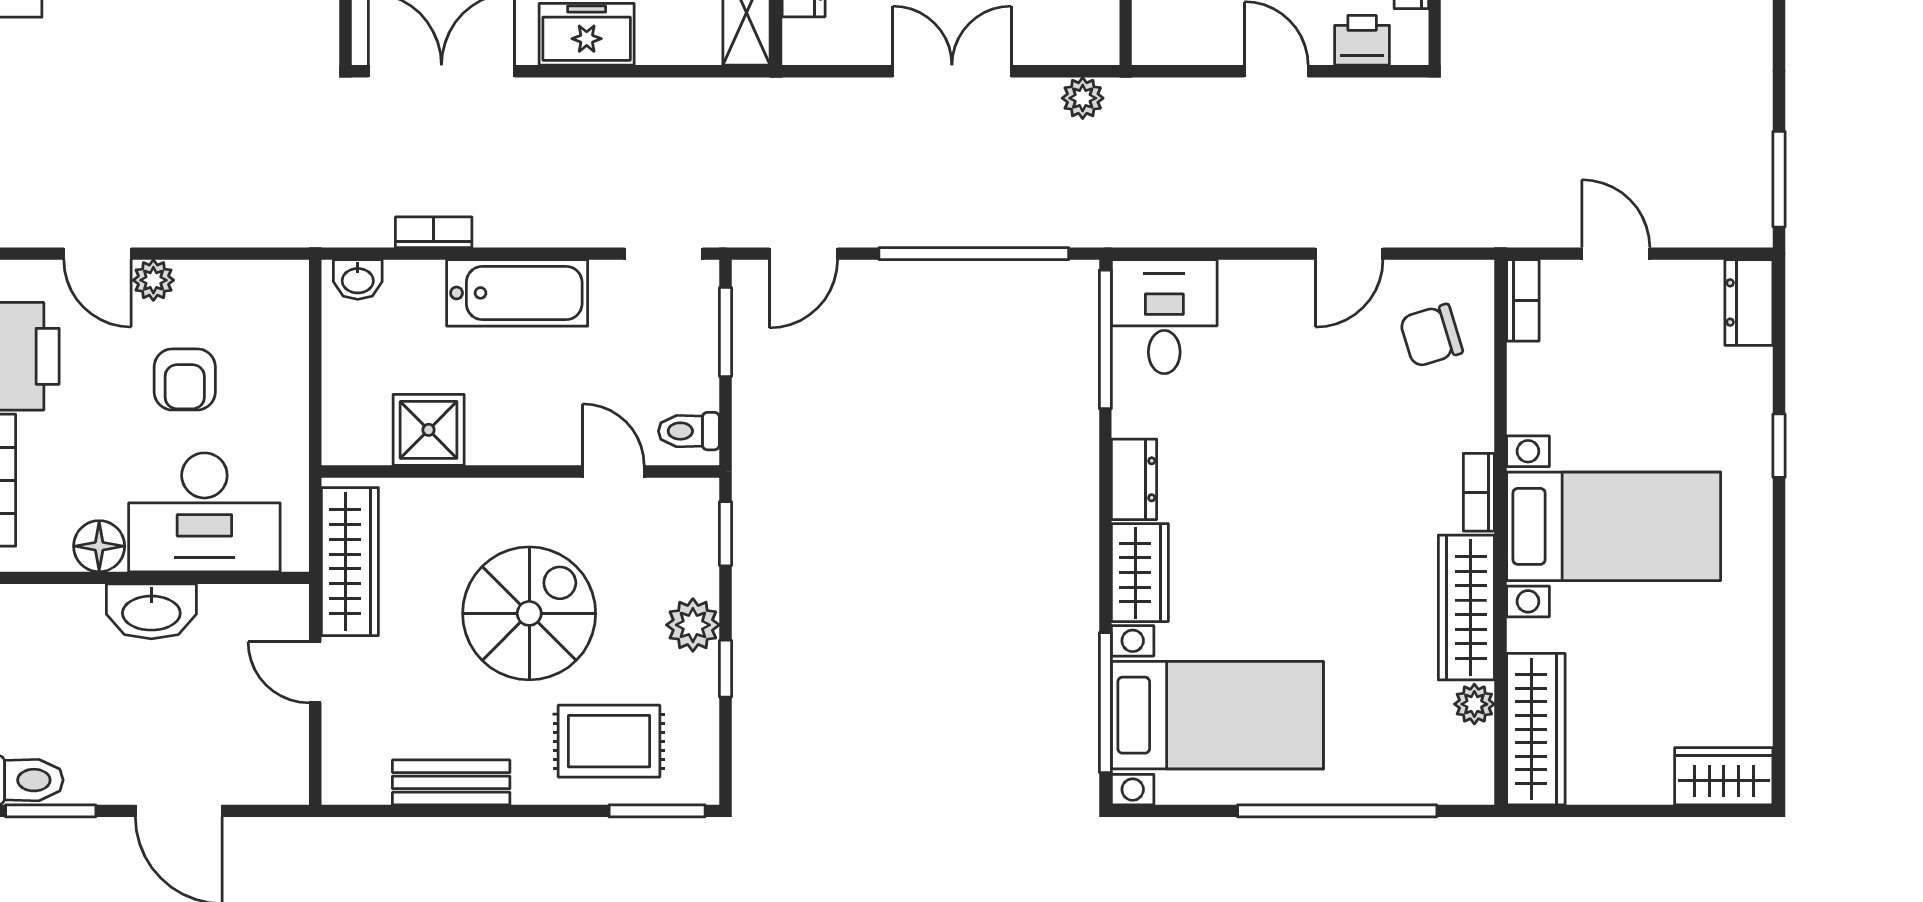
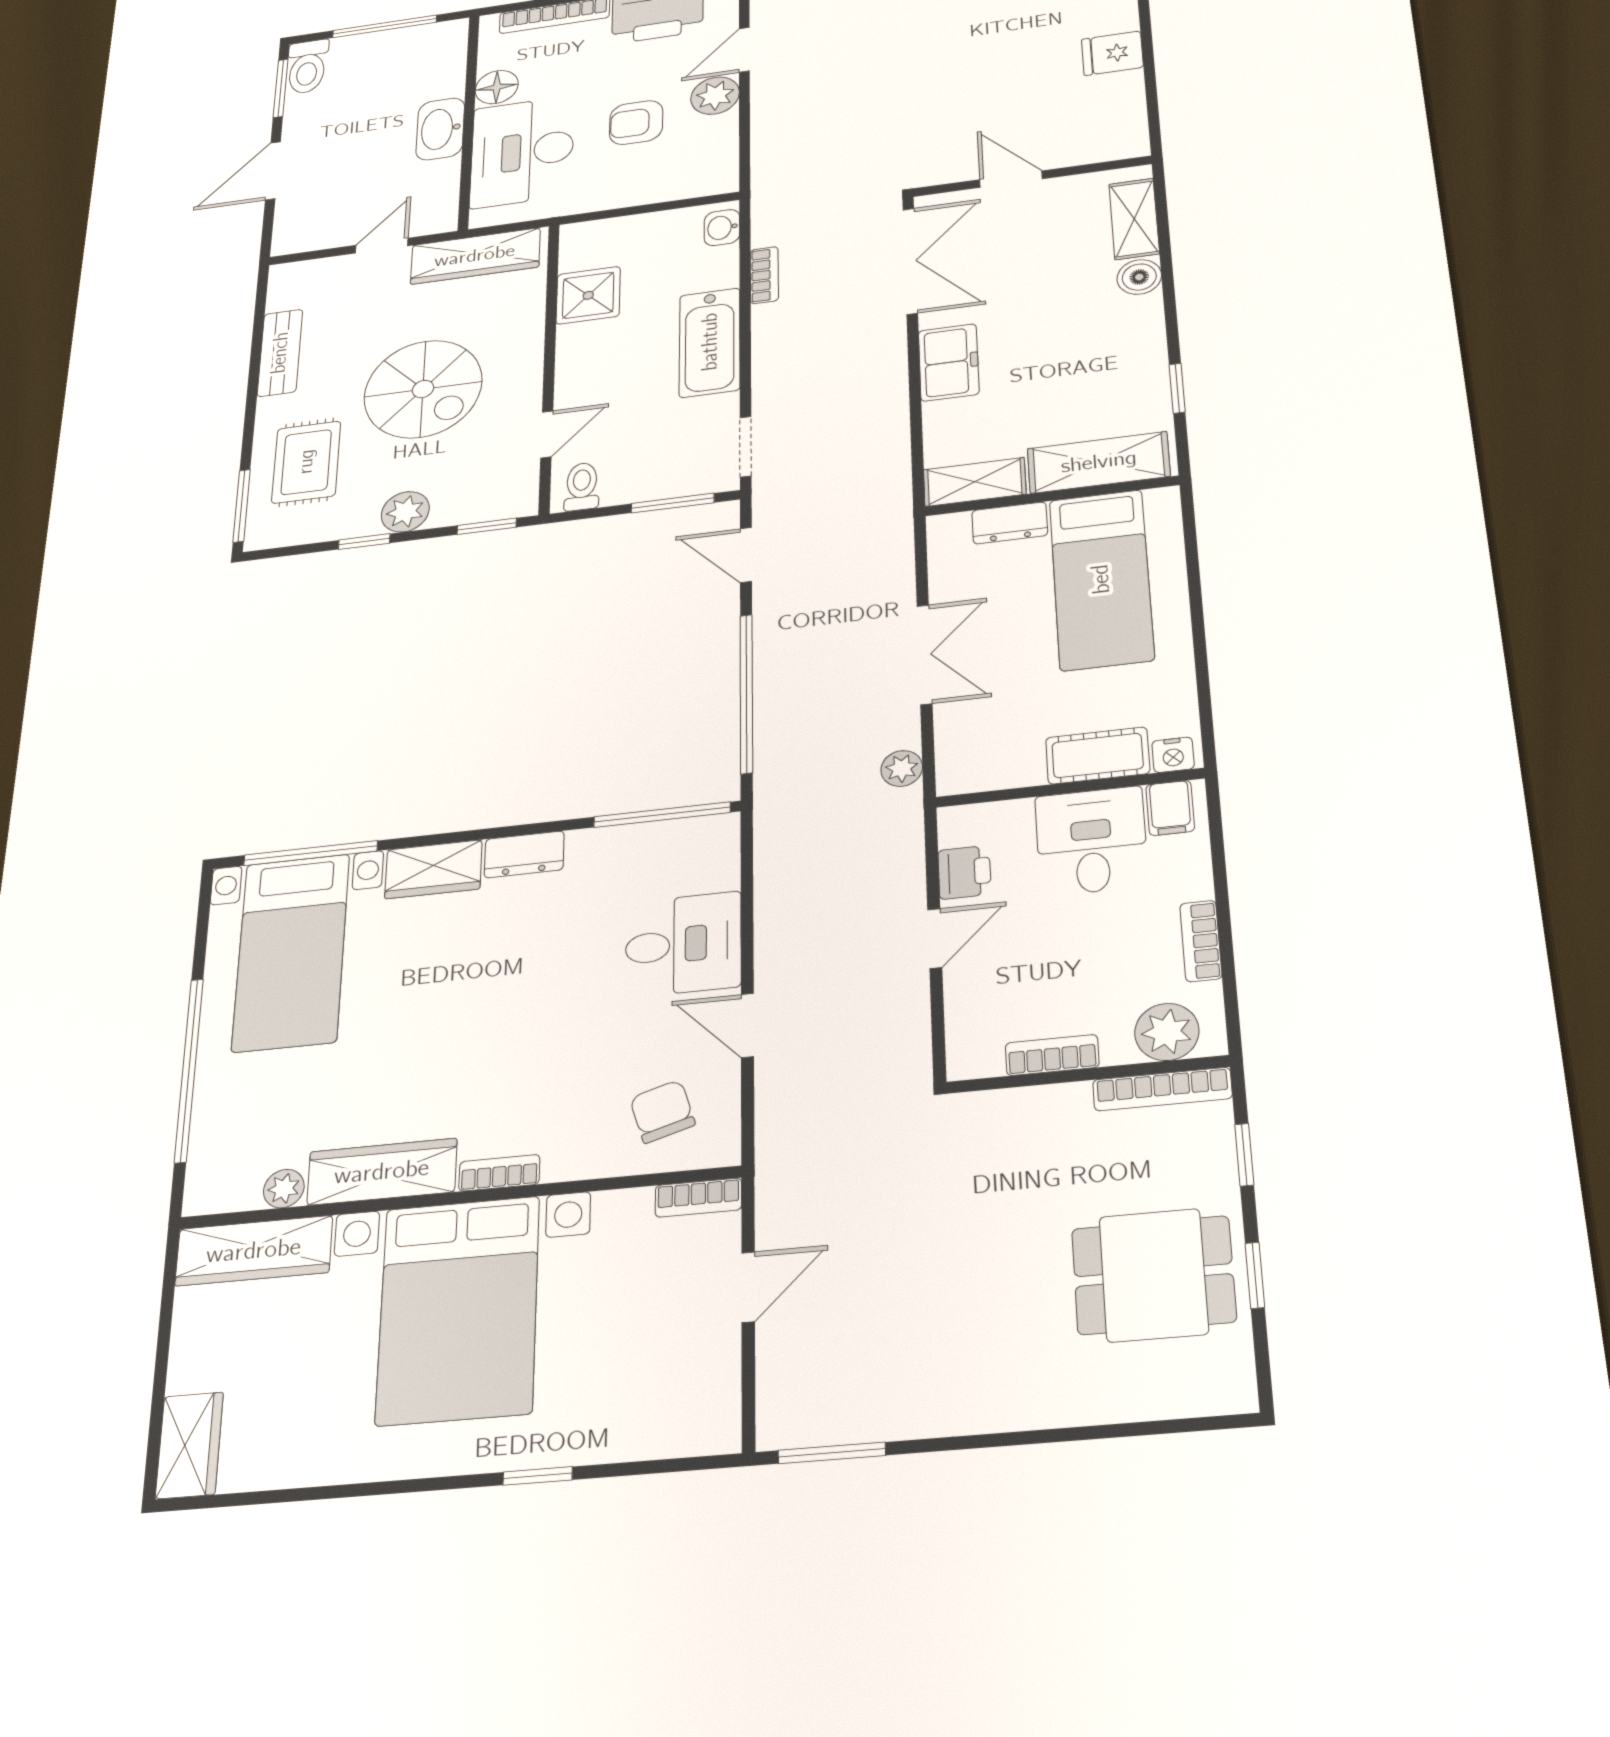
printer: (1362, 40) -> (964, 872), moved
plant: (153, 280) -> (715, 96), width x1.38, depth x1.38
dresser: (1749, 303) -> (695, 1431), removed
desk: (1164, 317) -> (683, 944), moved
bed with nightstands: (1614, 526) -> (458, 1310), width x1.36

